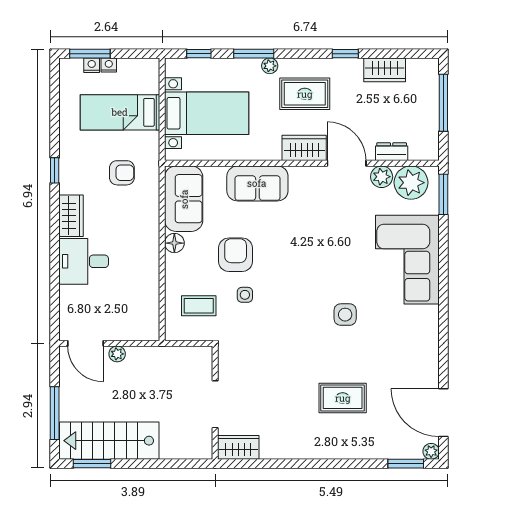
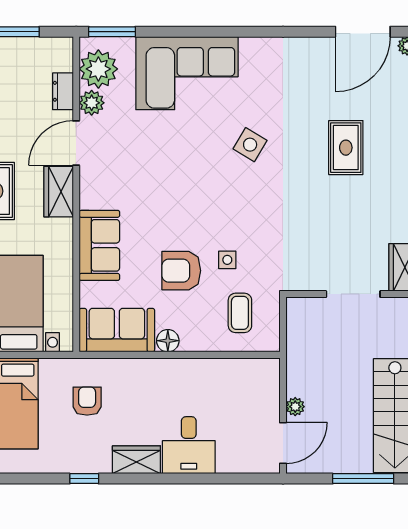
side table: (345, 315) -> (250, 145), turned 31

